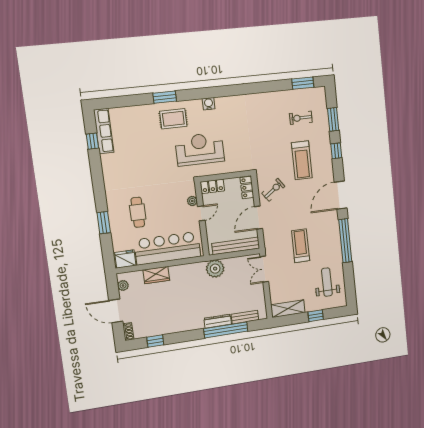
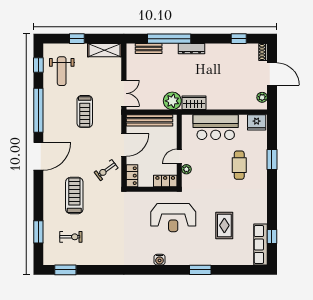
rug: (173, 119) -> (224, 225), moved, turned 90
window: (336, 151) -> (38, 65), moved
bar counter: (167, 248) -> (216, 127), width x0.73
wardrobe: (156, 275) -> (194, 103), moved
dresser: (218, 321) -> (191, 49), moved

